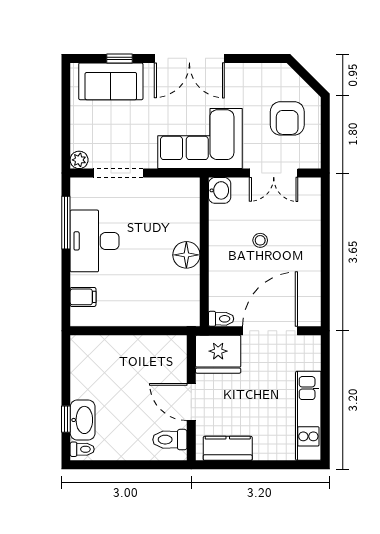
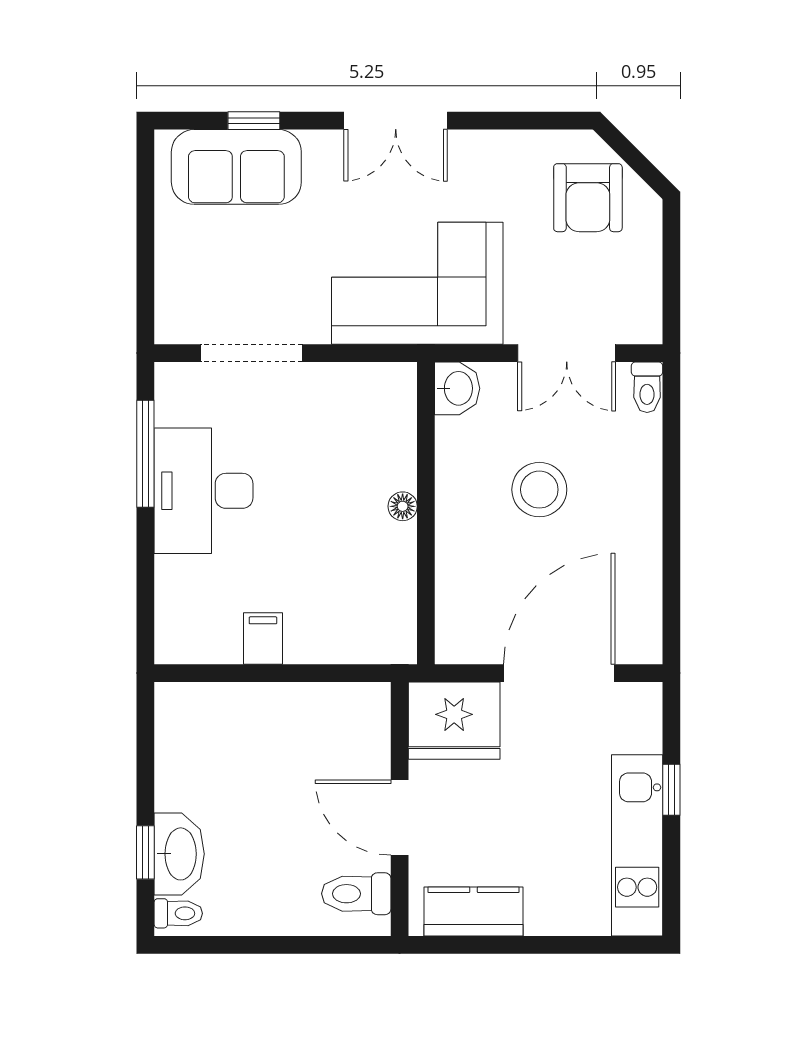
double door: (189, 58) -> (396, 121), width x0.73
armchair: (287, 118) -> (588, 198), moved
plant: (79, 160) -> (172, 326), removed
stool: (260, 240) -> (539, 490), width x1.89, depth x1.89
floor lamp: (186, 255) -> (403, 506), width x0.53, depth x0.53
filing cabinet: (83, 297) -> (263, 638), moved, turned -90
toilet: (221, 319) -> (647, 387), moved, turned 90
window: (325, 388) -> (671, 790), added

